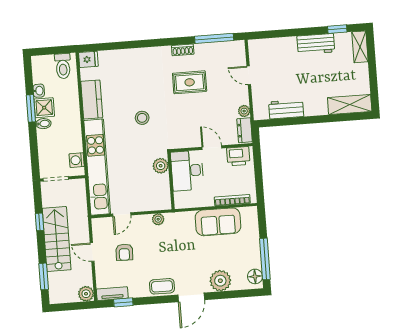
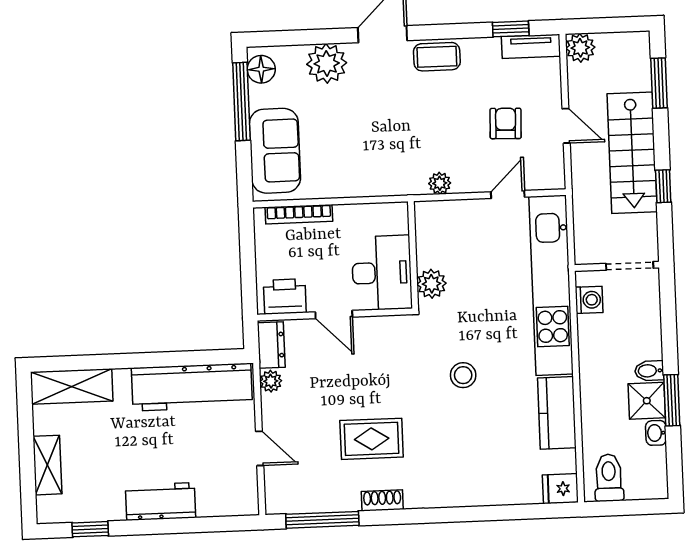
workbench: (316, 44) -> (160, 502), moved
shelving: (360, 47) -> (47, 465), moved
workbench: (286, 109) -> (192, 387), width x1.88, depth x1.32
sofa: (218, 222) -> (275, 151), moved, turned 90

